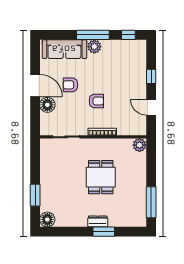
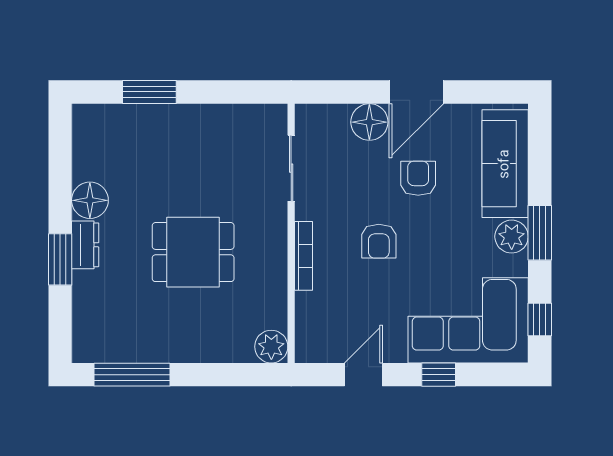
window: (93, 35) -> (540, 233), width x0.69
corner sofa: (129, 64) -> (468, 320), added
floor lamp: (47, 219) -> (90, 200), moved

